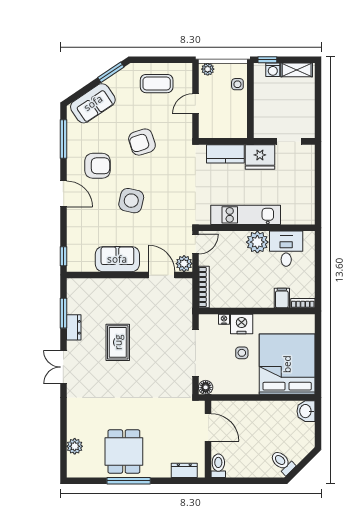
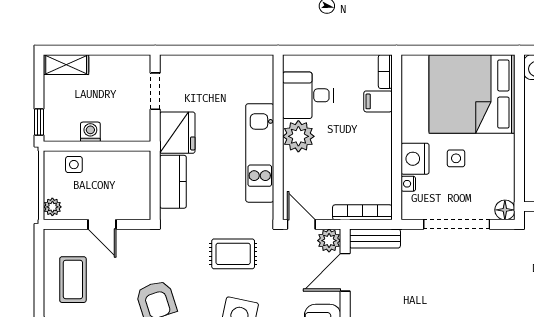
washing machine: (273, 70) -> (90, 132), moved, turned -90
shelving: (297, 70) -> (66, 65), moved, turned 90
rug: (175, 196) -> (233, 254), added
bench: (185, 296) -> (375, 239), added

